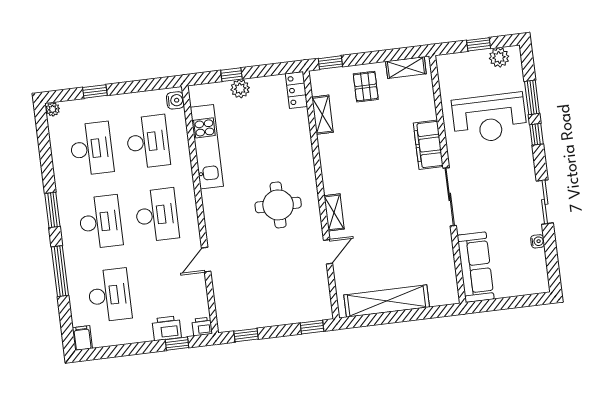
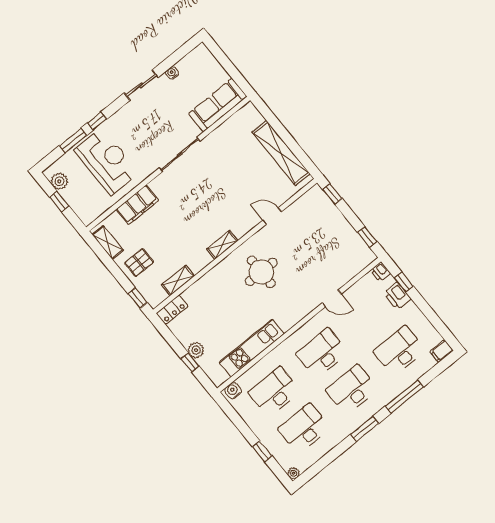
filing cabinet: (428, 145) -> (137, 205), moved
shelving: (334, 212) -> (222, 245), moved

